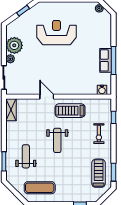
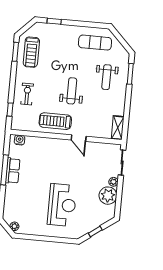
reception desk: (57, 33) -> (62, 205), turned -90
treadmill: (70, 111) -> (55, 121), turned 180

